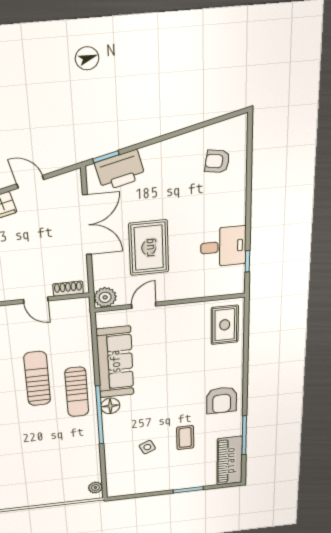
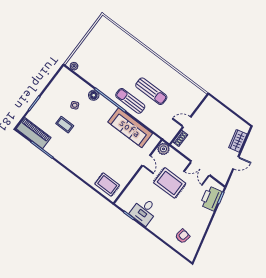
double door: (87, 225) -> (200, 168), width x0.73
armchair: (222, 400) -> (70, 155), removed
floor lamp: (110, 406) -> (94, 95), moved

